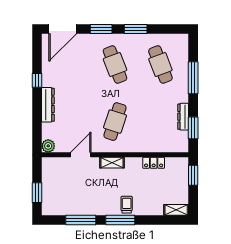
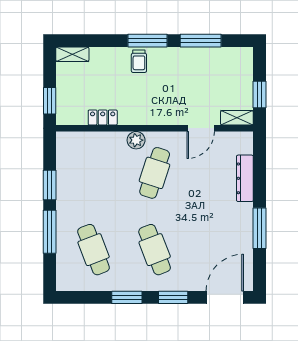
window: (37, 80) -> (260, 228), width x2.17
dresser: (48, 105) -> (245, 178), moved
dresser: (183, 117) -> (63, 179), removed
window: (193, 128) -> (50, 185), moved
plant: (48, 146) -> (136, 140), moved
shelving: (112, 163) -> (237, 118), moved
window: (37, 193) -> (260, 94), moved

